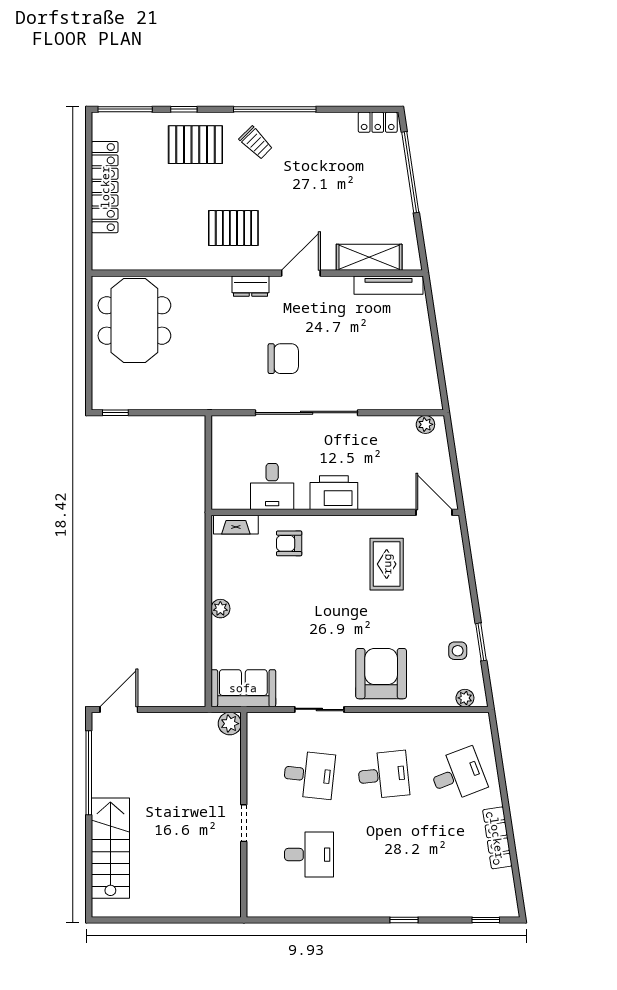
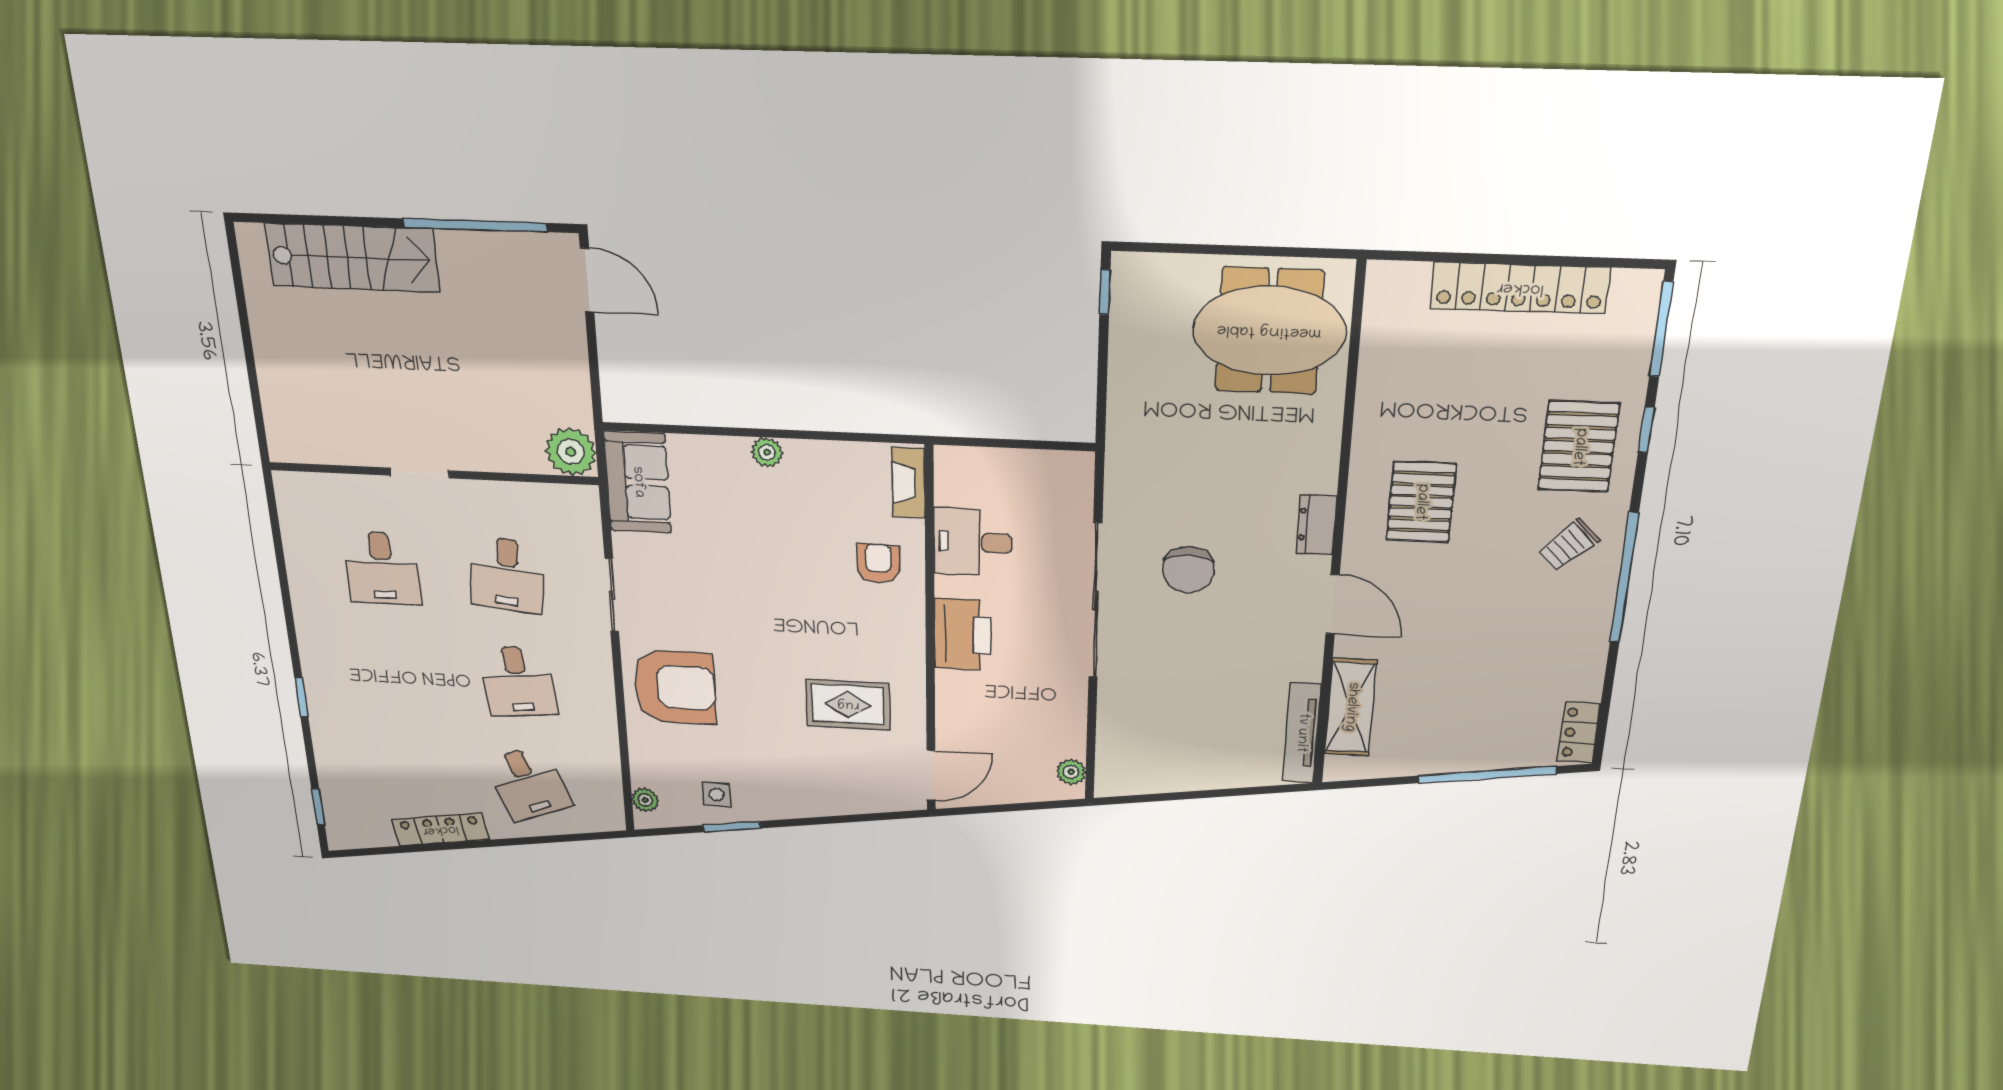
plant: (230, 724) -> (571, 452), width x1.36, depth x1.36

